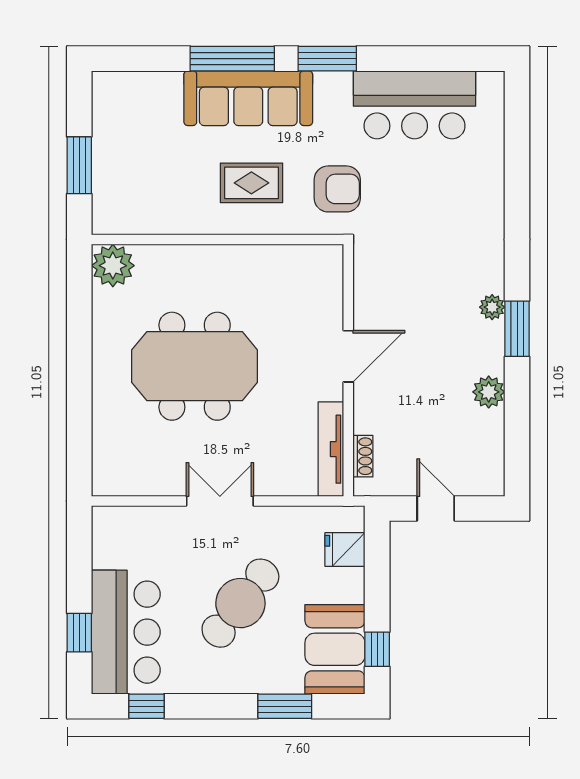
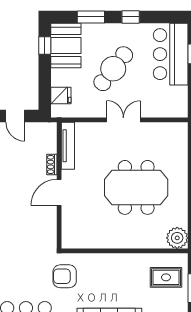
rug: (251, 183) -> (166, 277), moved
shoe rack: (363, 456) -> (52, 164), moved
double door: (220, 501) -> (123, 120), swing flipped
window: (147, 706) -> (131, 17), moved

